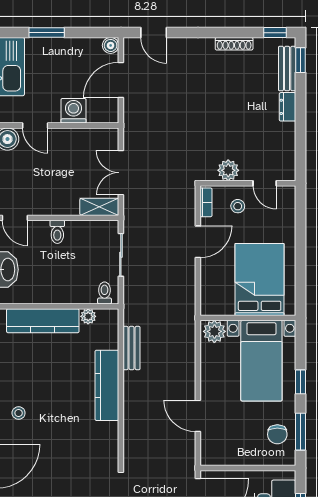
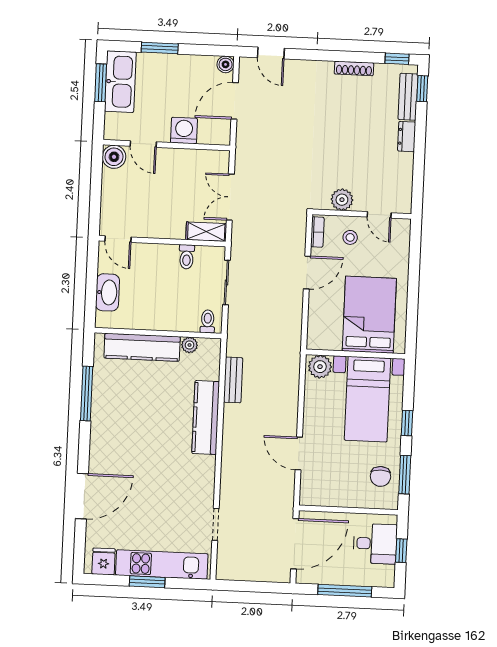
toilet: (57, 232) -> (187, 257), moved
stool: (19, 413) -> (113, 442), removed

